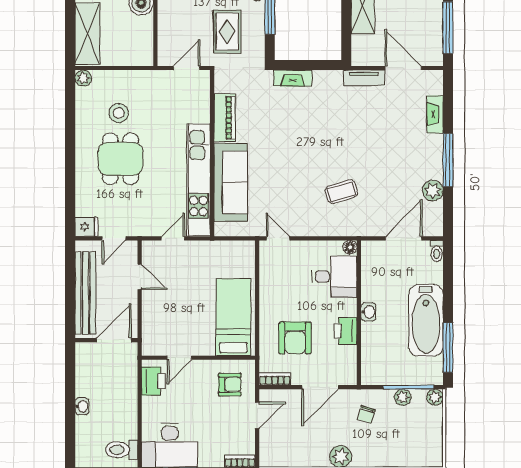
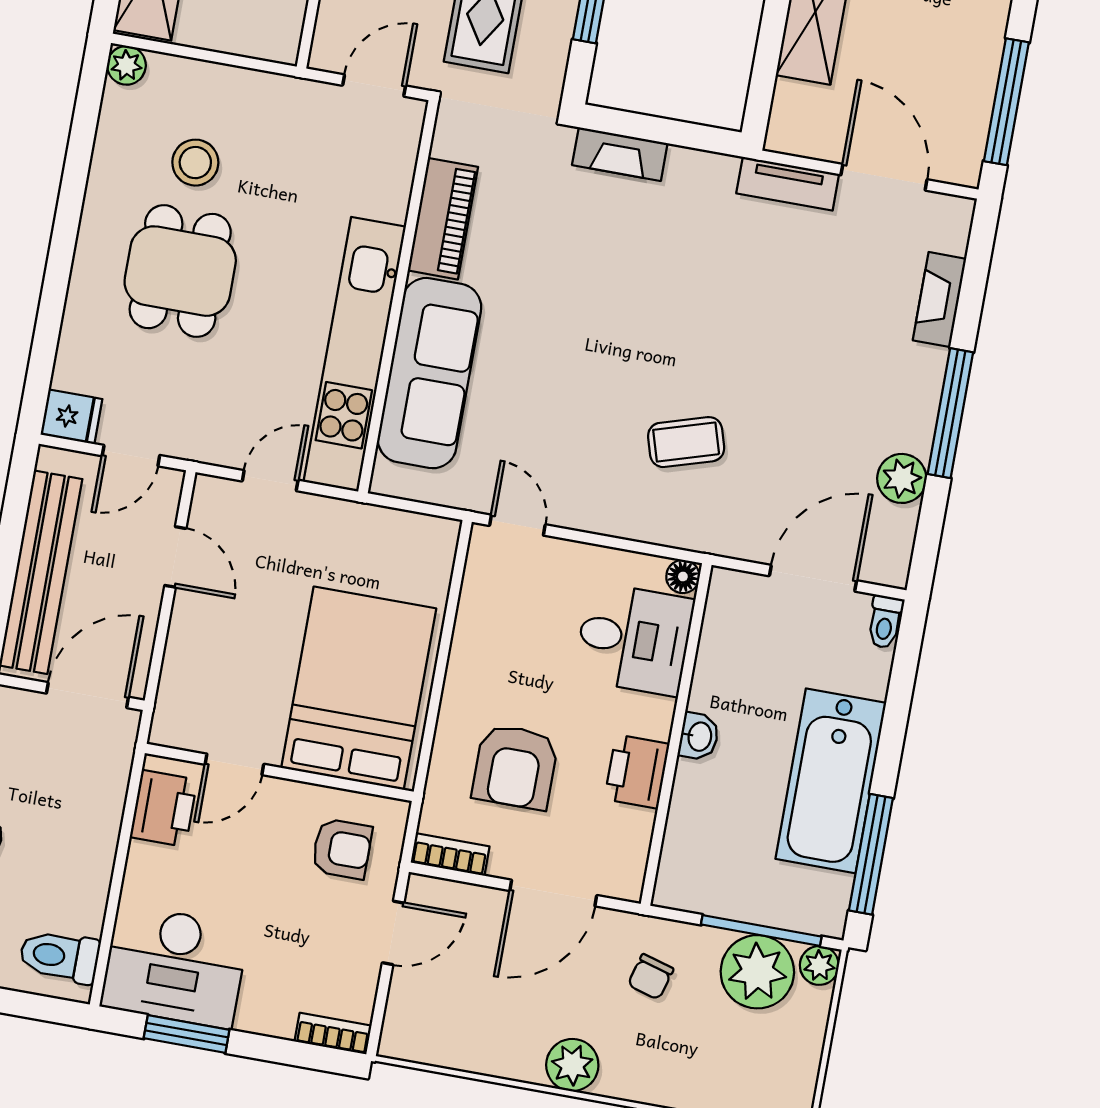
bed: (233, 317) -> (359, 688), width x1.50
plant: (403, 397) -> (757, 972), width x1.88, depth x1.88

